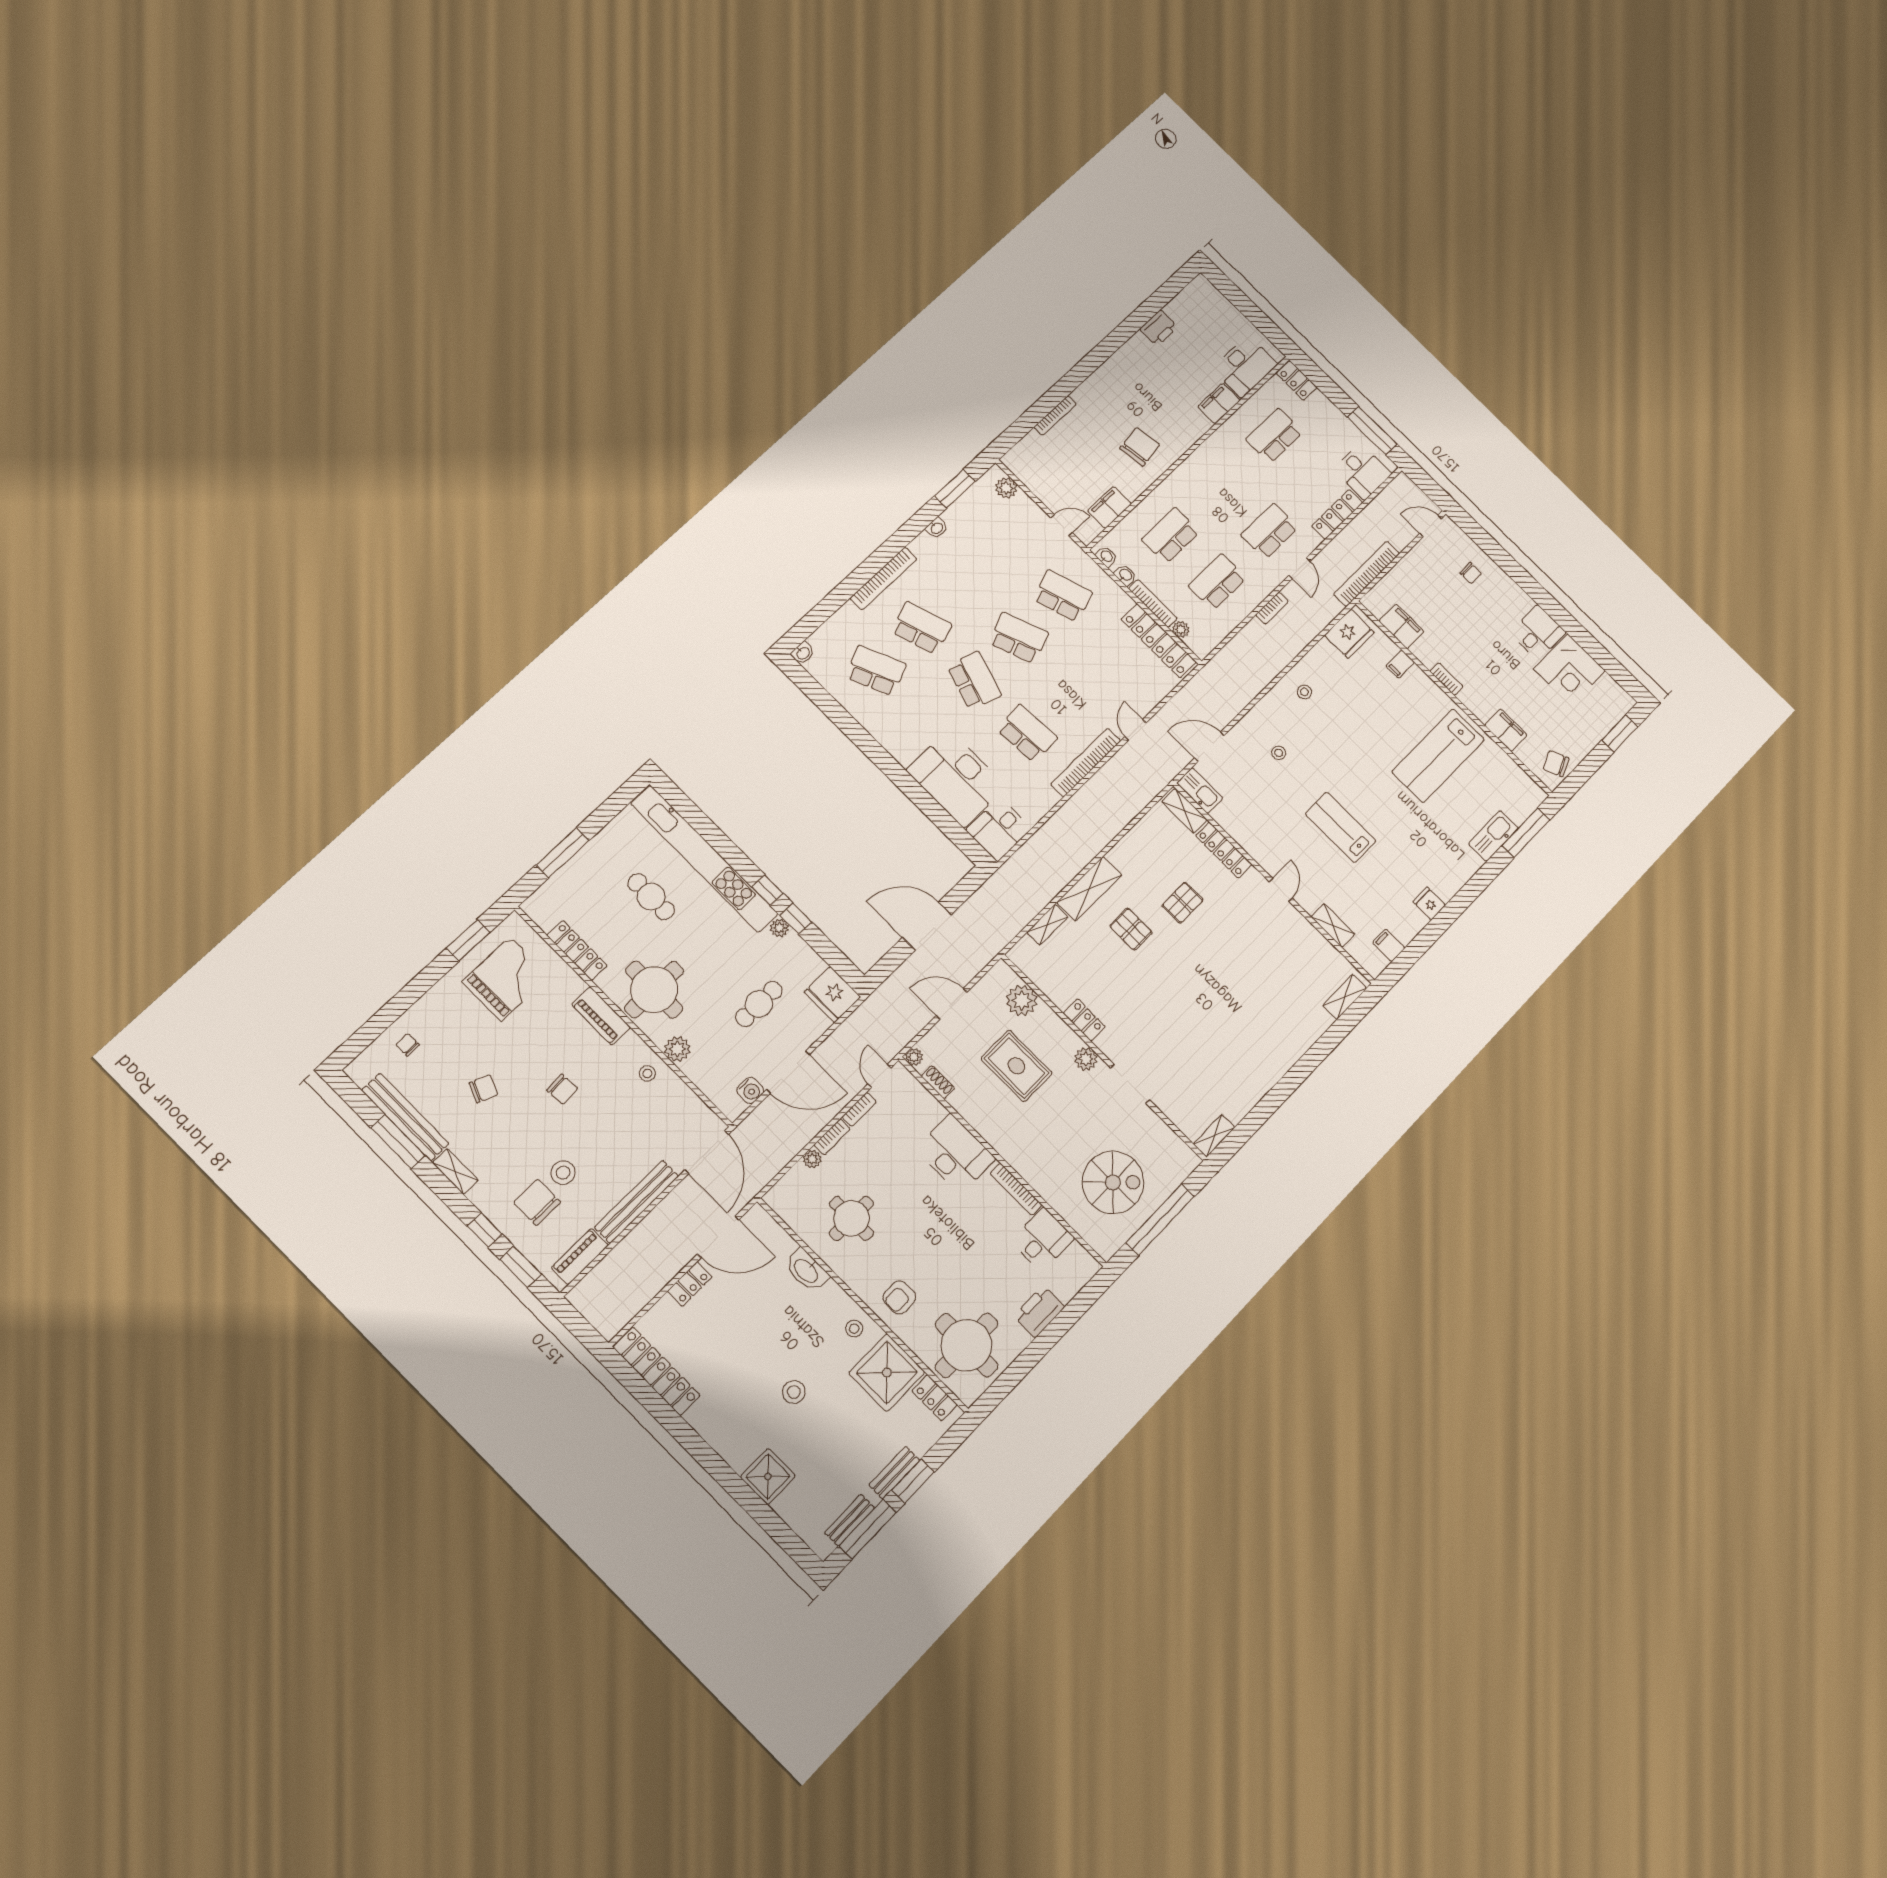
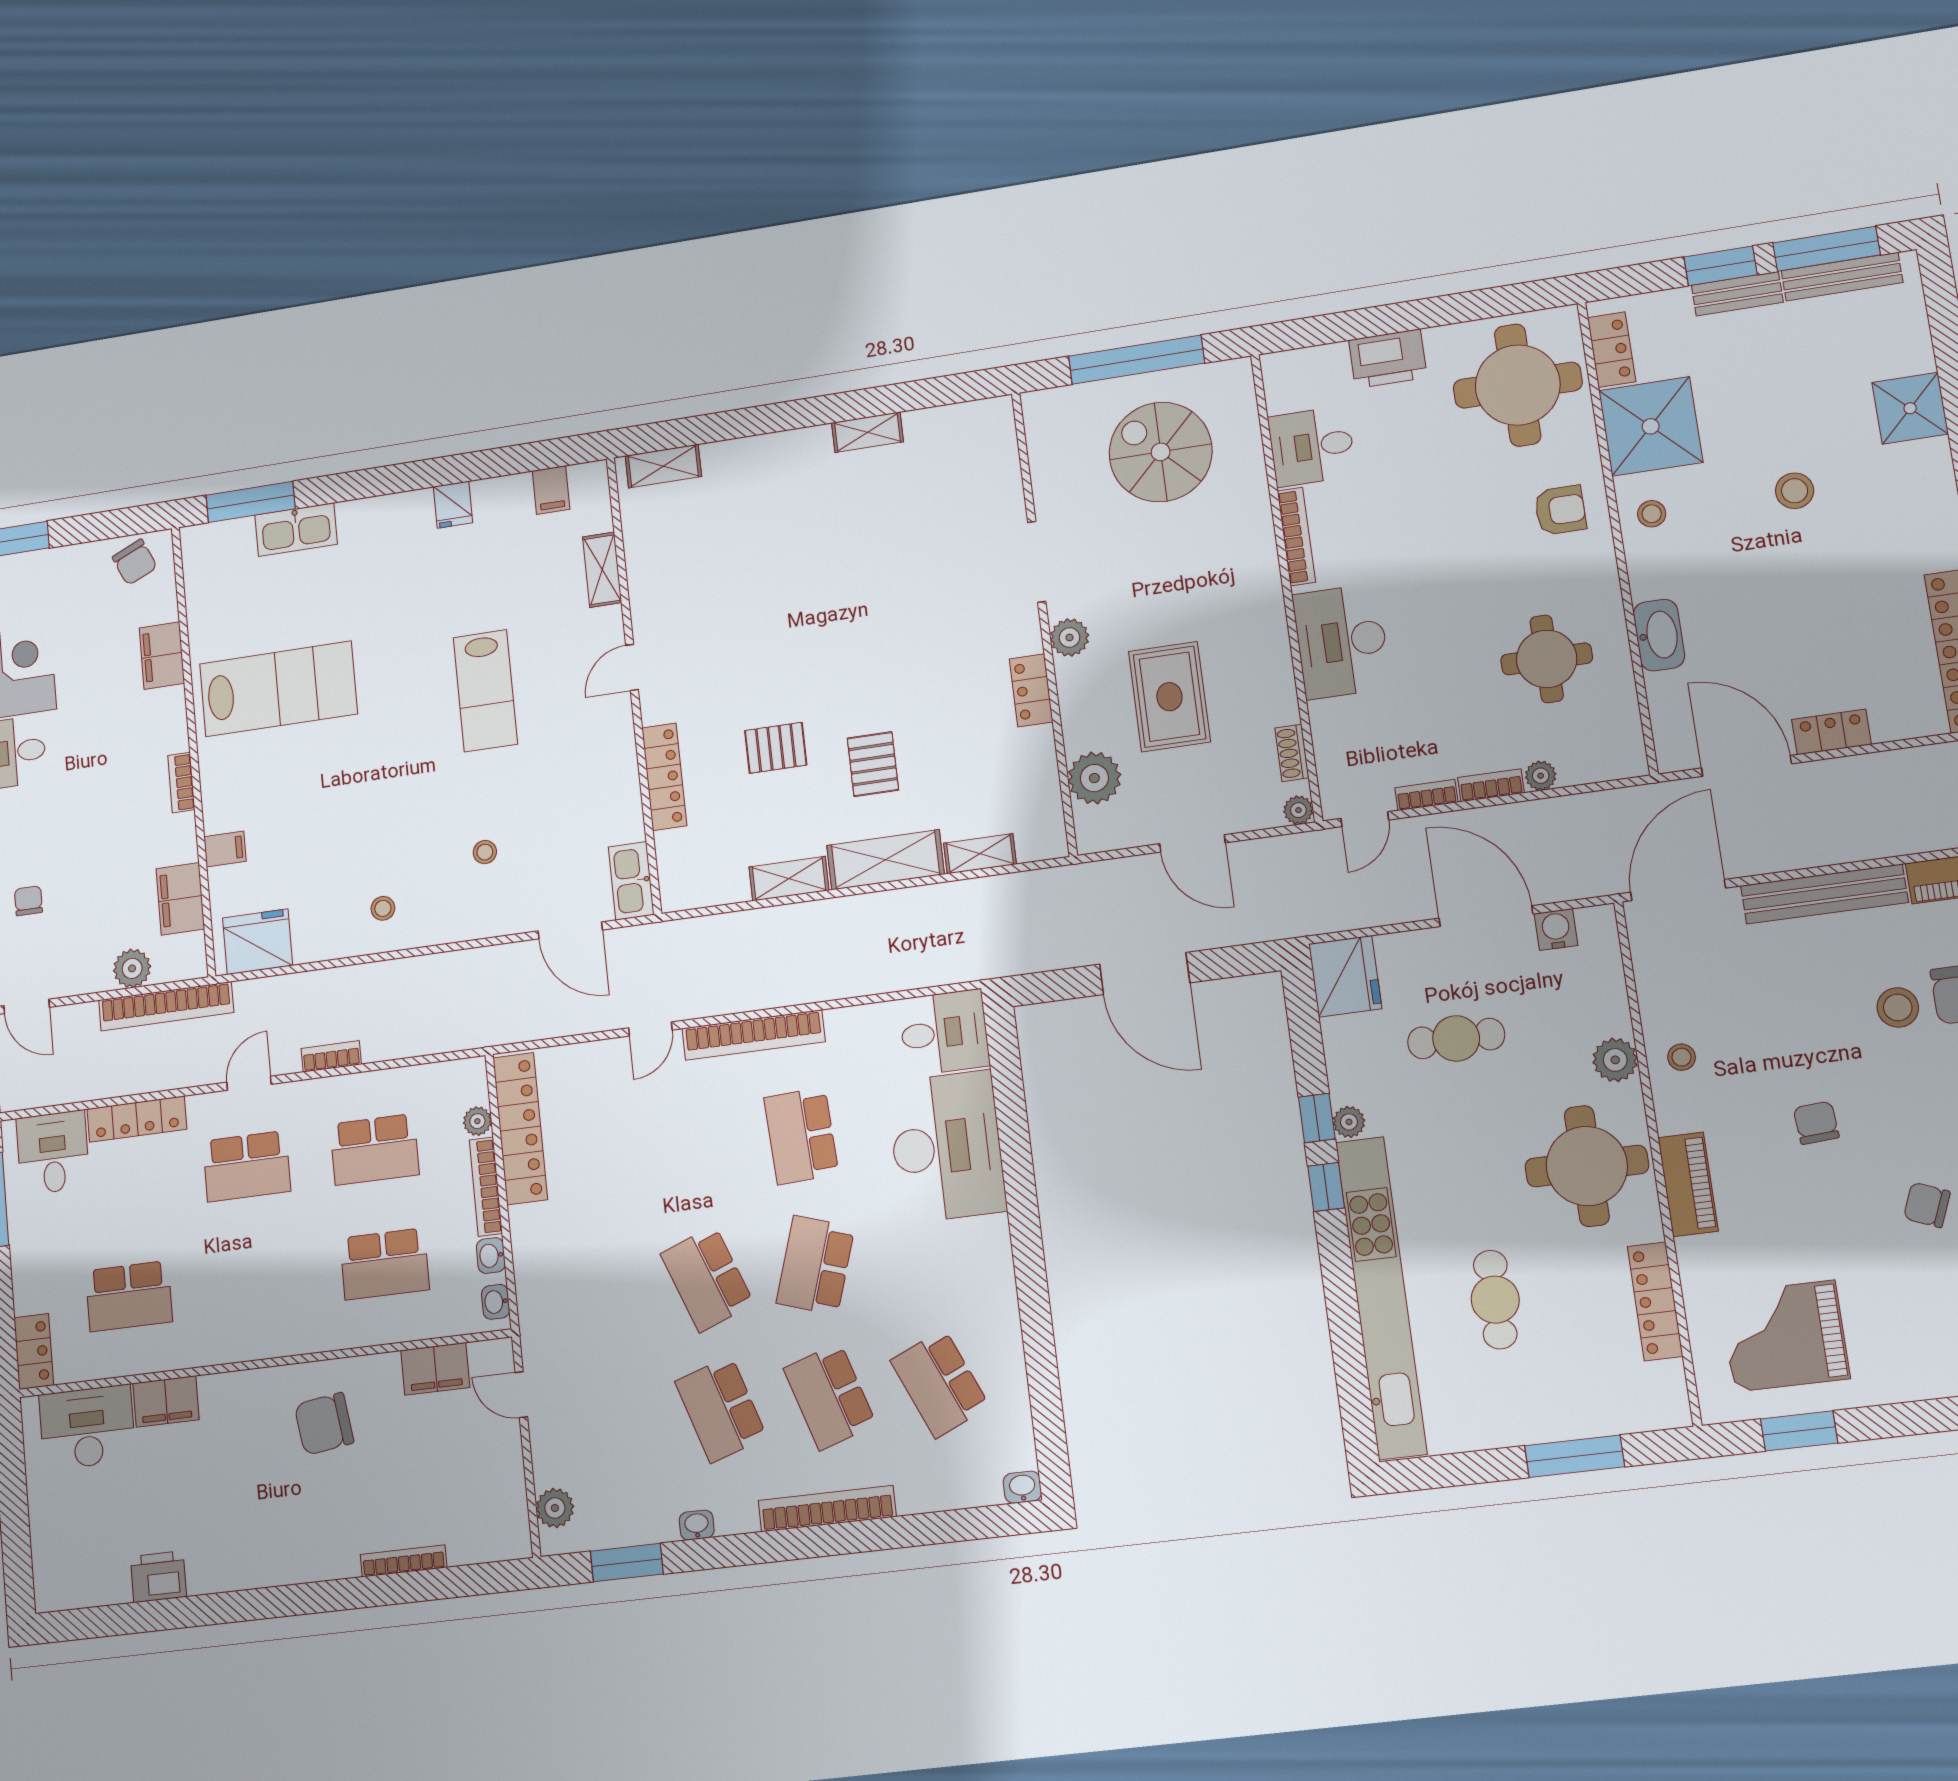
plant: (1397, 579) -> (132, 968), added
school desk: (1063, 596) -> (721, 1409), moved
shelving: (1184, 811) -> (789, 879), moved, turned 90
shelving: (1214, 1136) -> (867, 432), moved
bench: (850, 1520) -> (1842, 277), width x1.36

